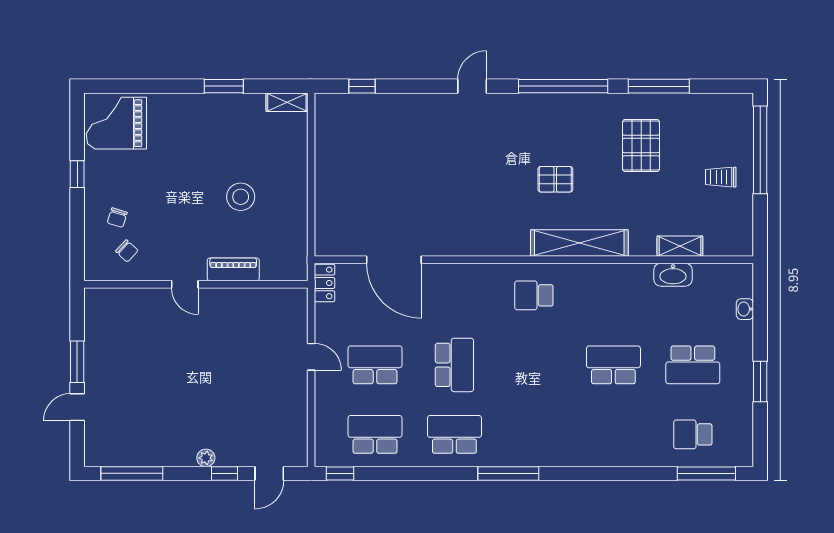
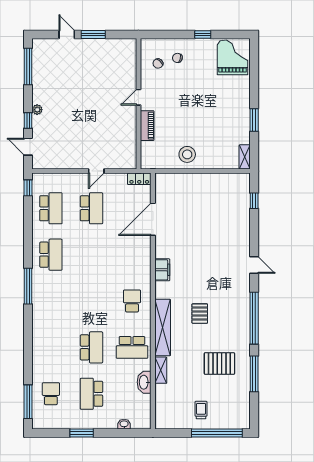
stool: (241, 197) -> (187, 154), moved
filing cabinet: (480, 244) -> (162, 270), added
shelving: (680, 246) -> (161, 370), moved
school desk: (454, 365) -> (132, 347), moved

